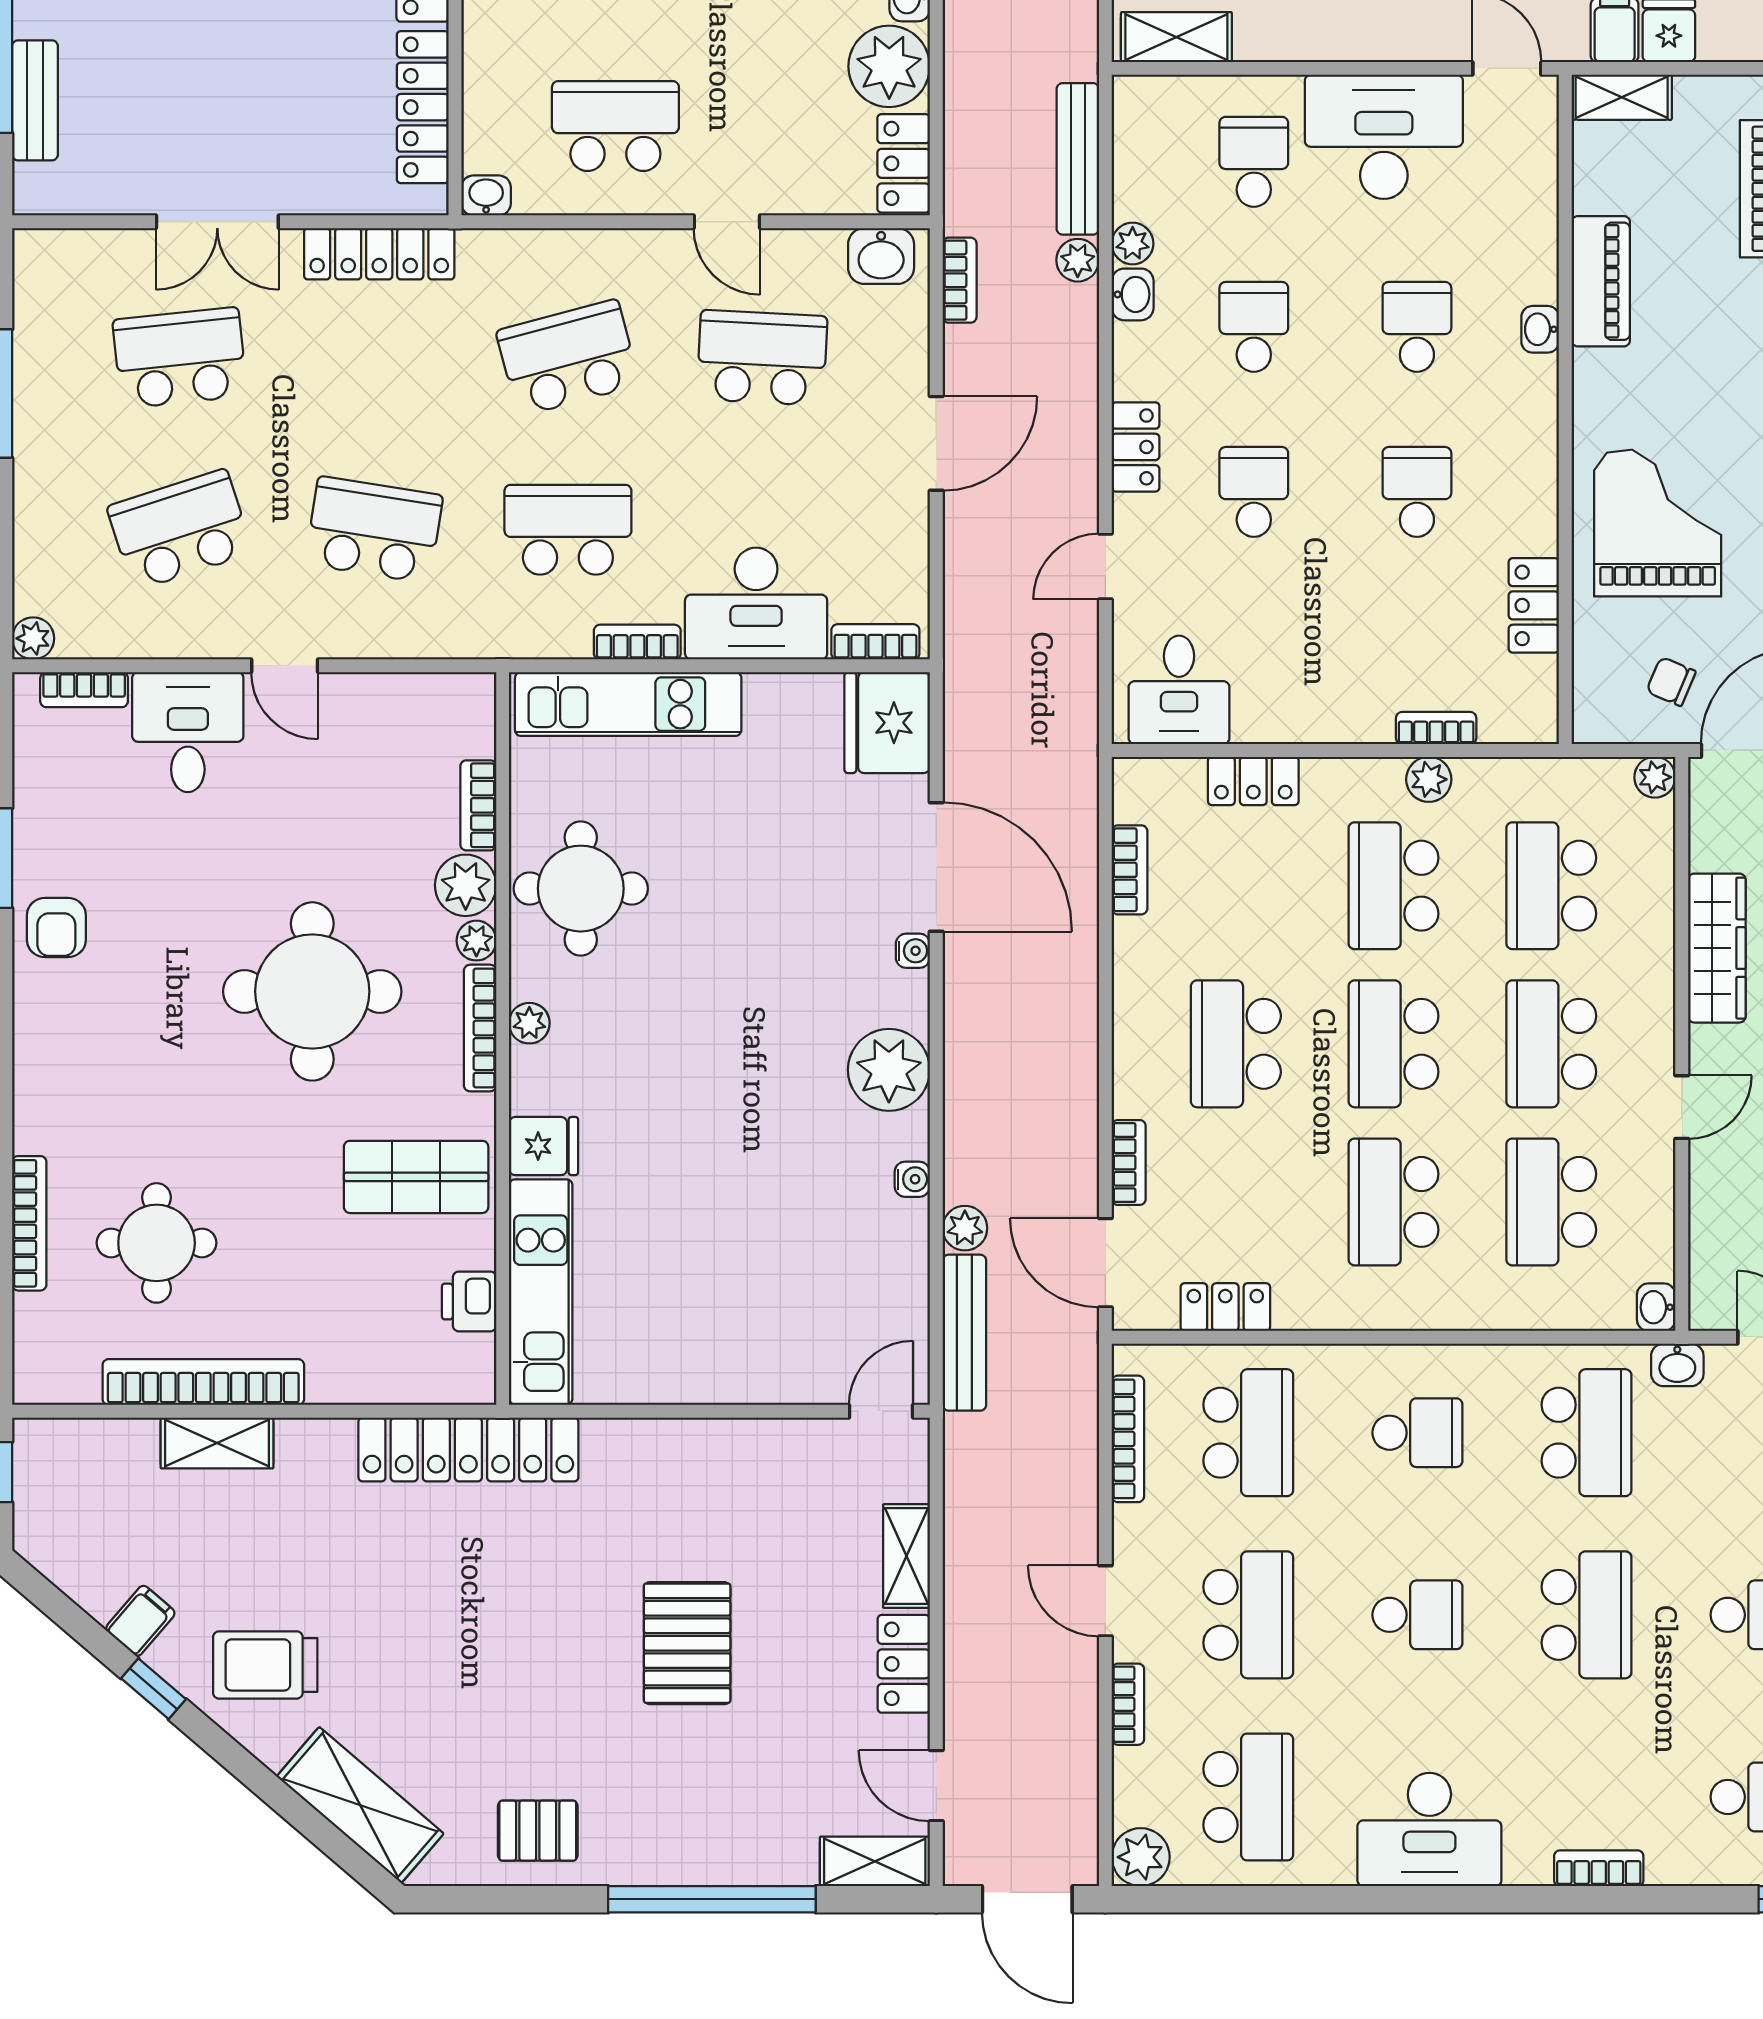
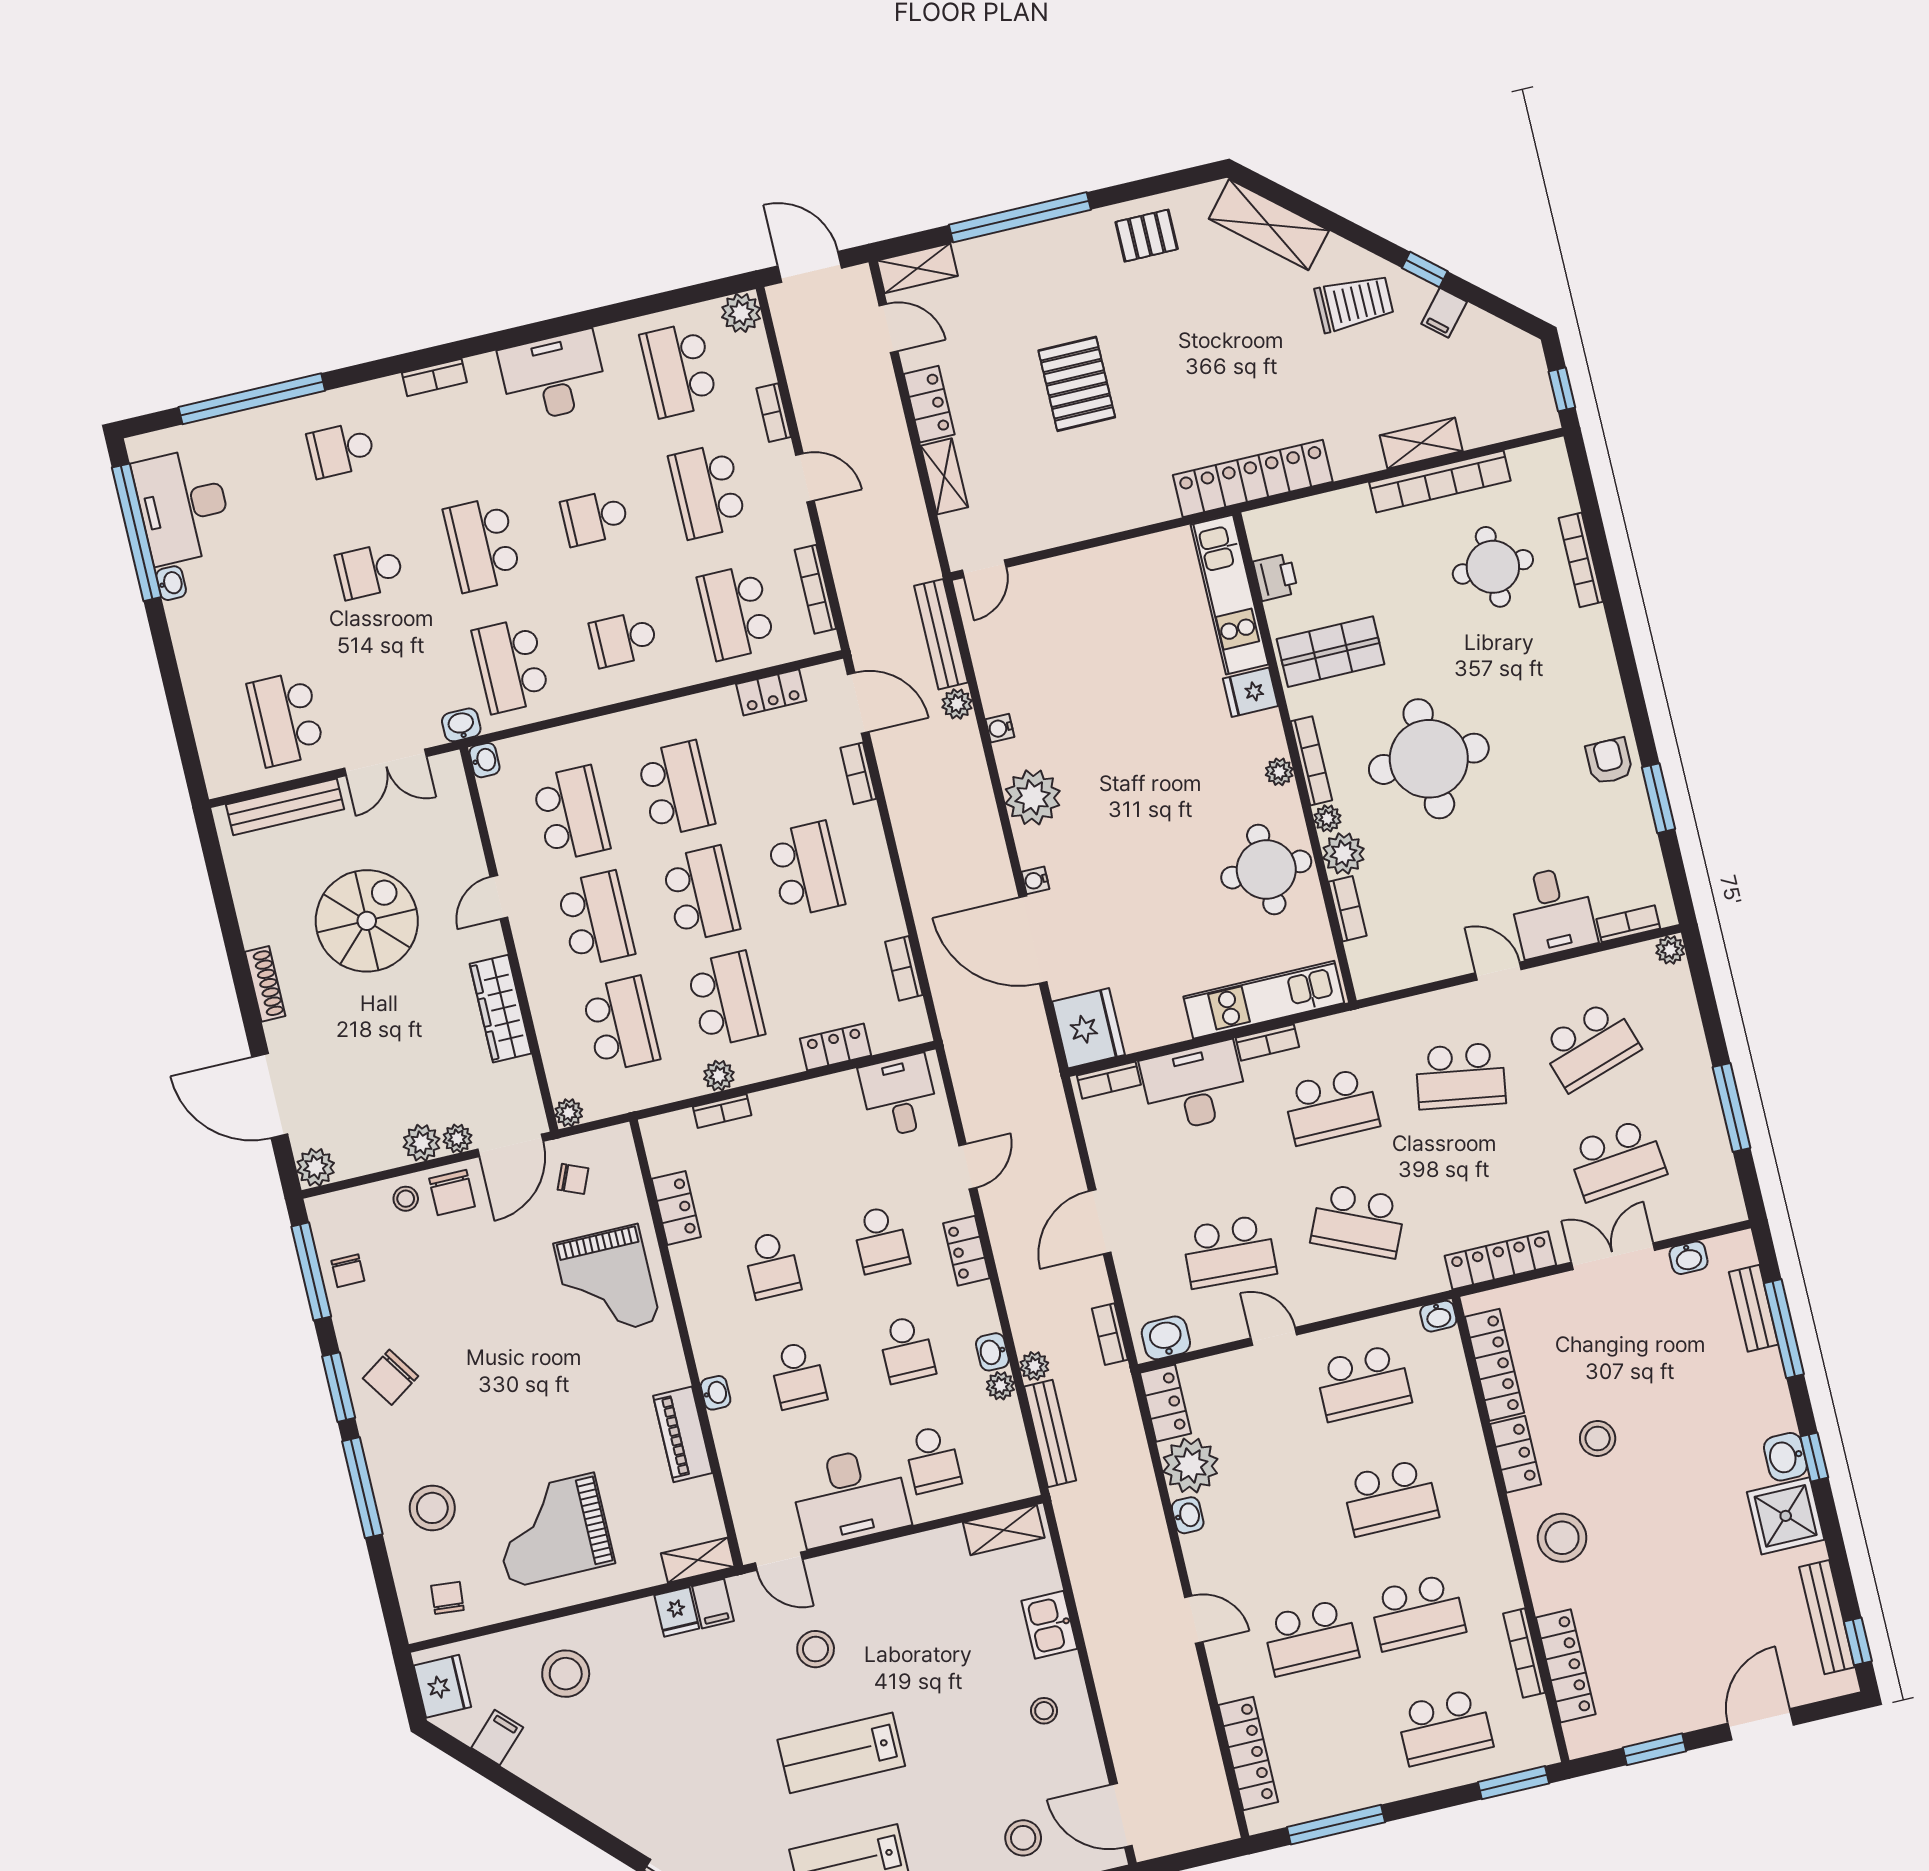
washbasin: (111, 194) -> (1689, 1258), added
school desk: (568, 358) -> (1358, 1221), turned 39

